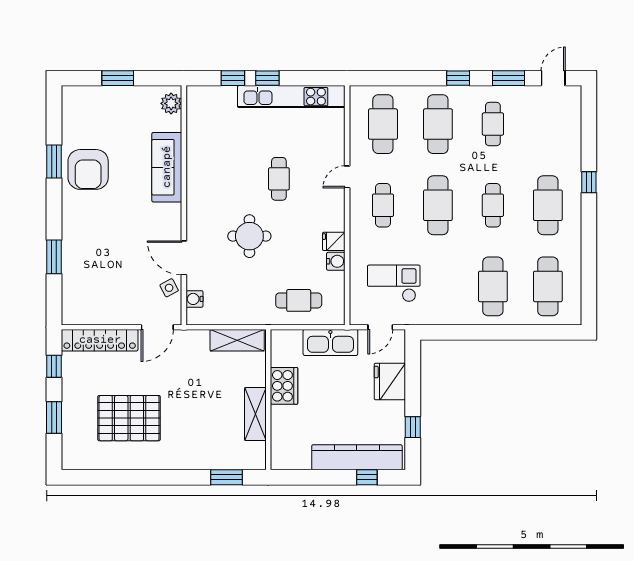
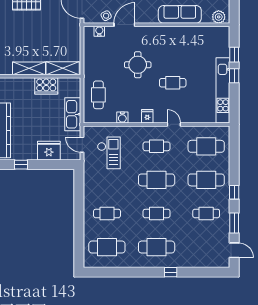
fridge: (334, 241) -> (147, 116), moved
cafe table: (493, 286) -> (107, 213), width x0.73, depth x0.74
shelving: (237, 340) -> (63, 68), moved, turned 90

